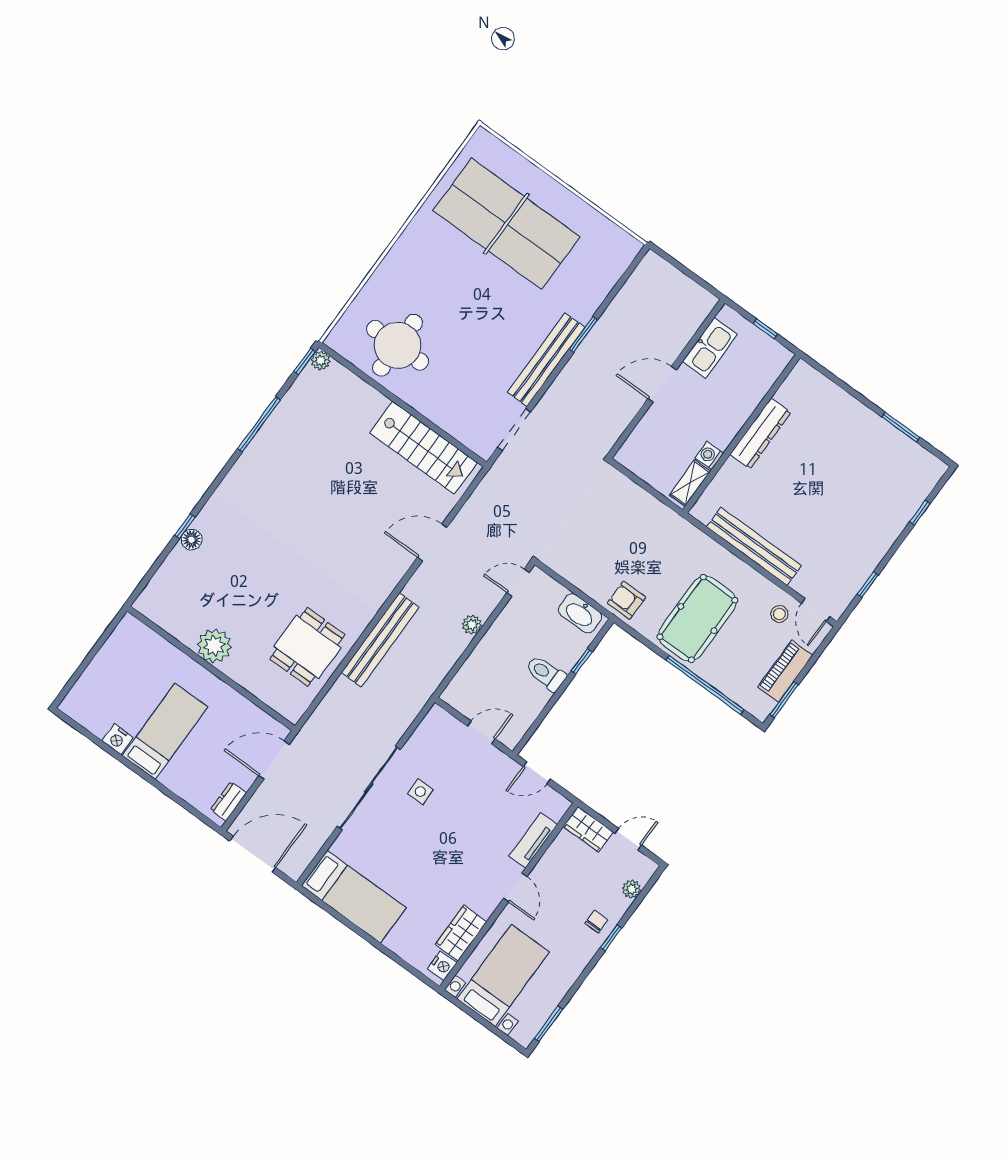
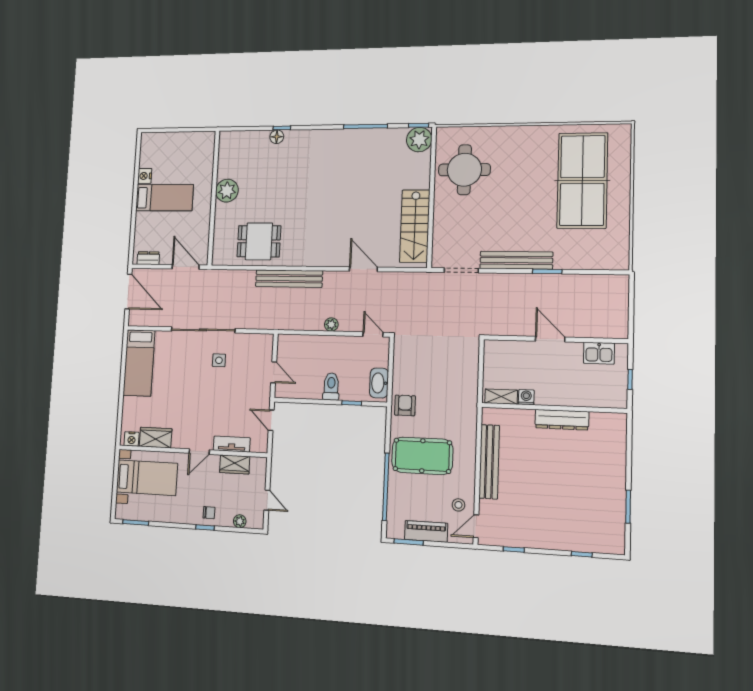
kitchen sink: (710, 348) -> (599, 353), width x0.73
plant: (321, 361) -> (419, 140), width x1.88, depth x1.88
wardrobe: (588, 829) -> (235, 464), moved, turned -90

